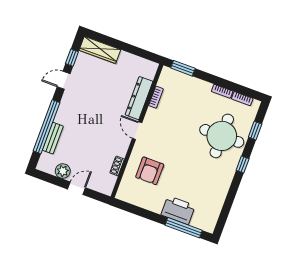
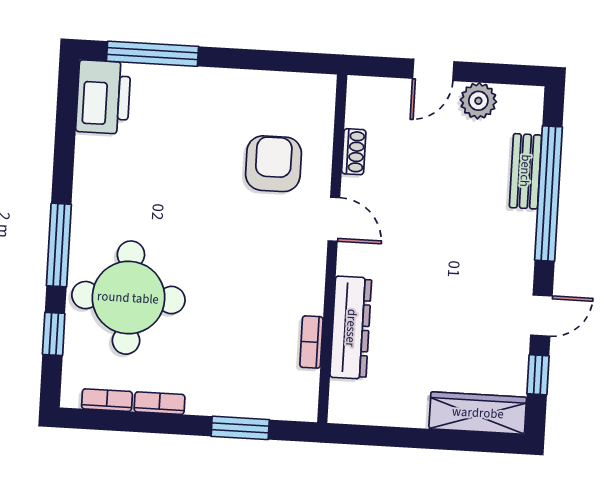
window: (183, 68) -> (240, 428), moved
door: (137, 131) -> (334, 219), moved
window: (243, 164) -> (59, 245), width x2.17
printer: (178, 210) -> (103, 97), moved, turned -90

